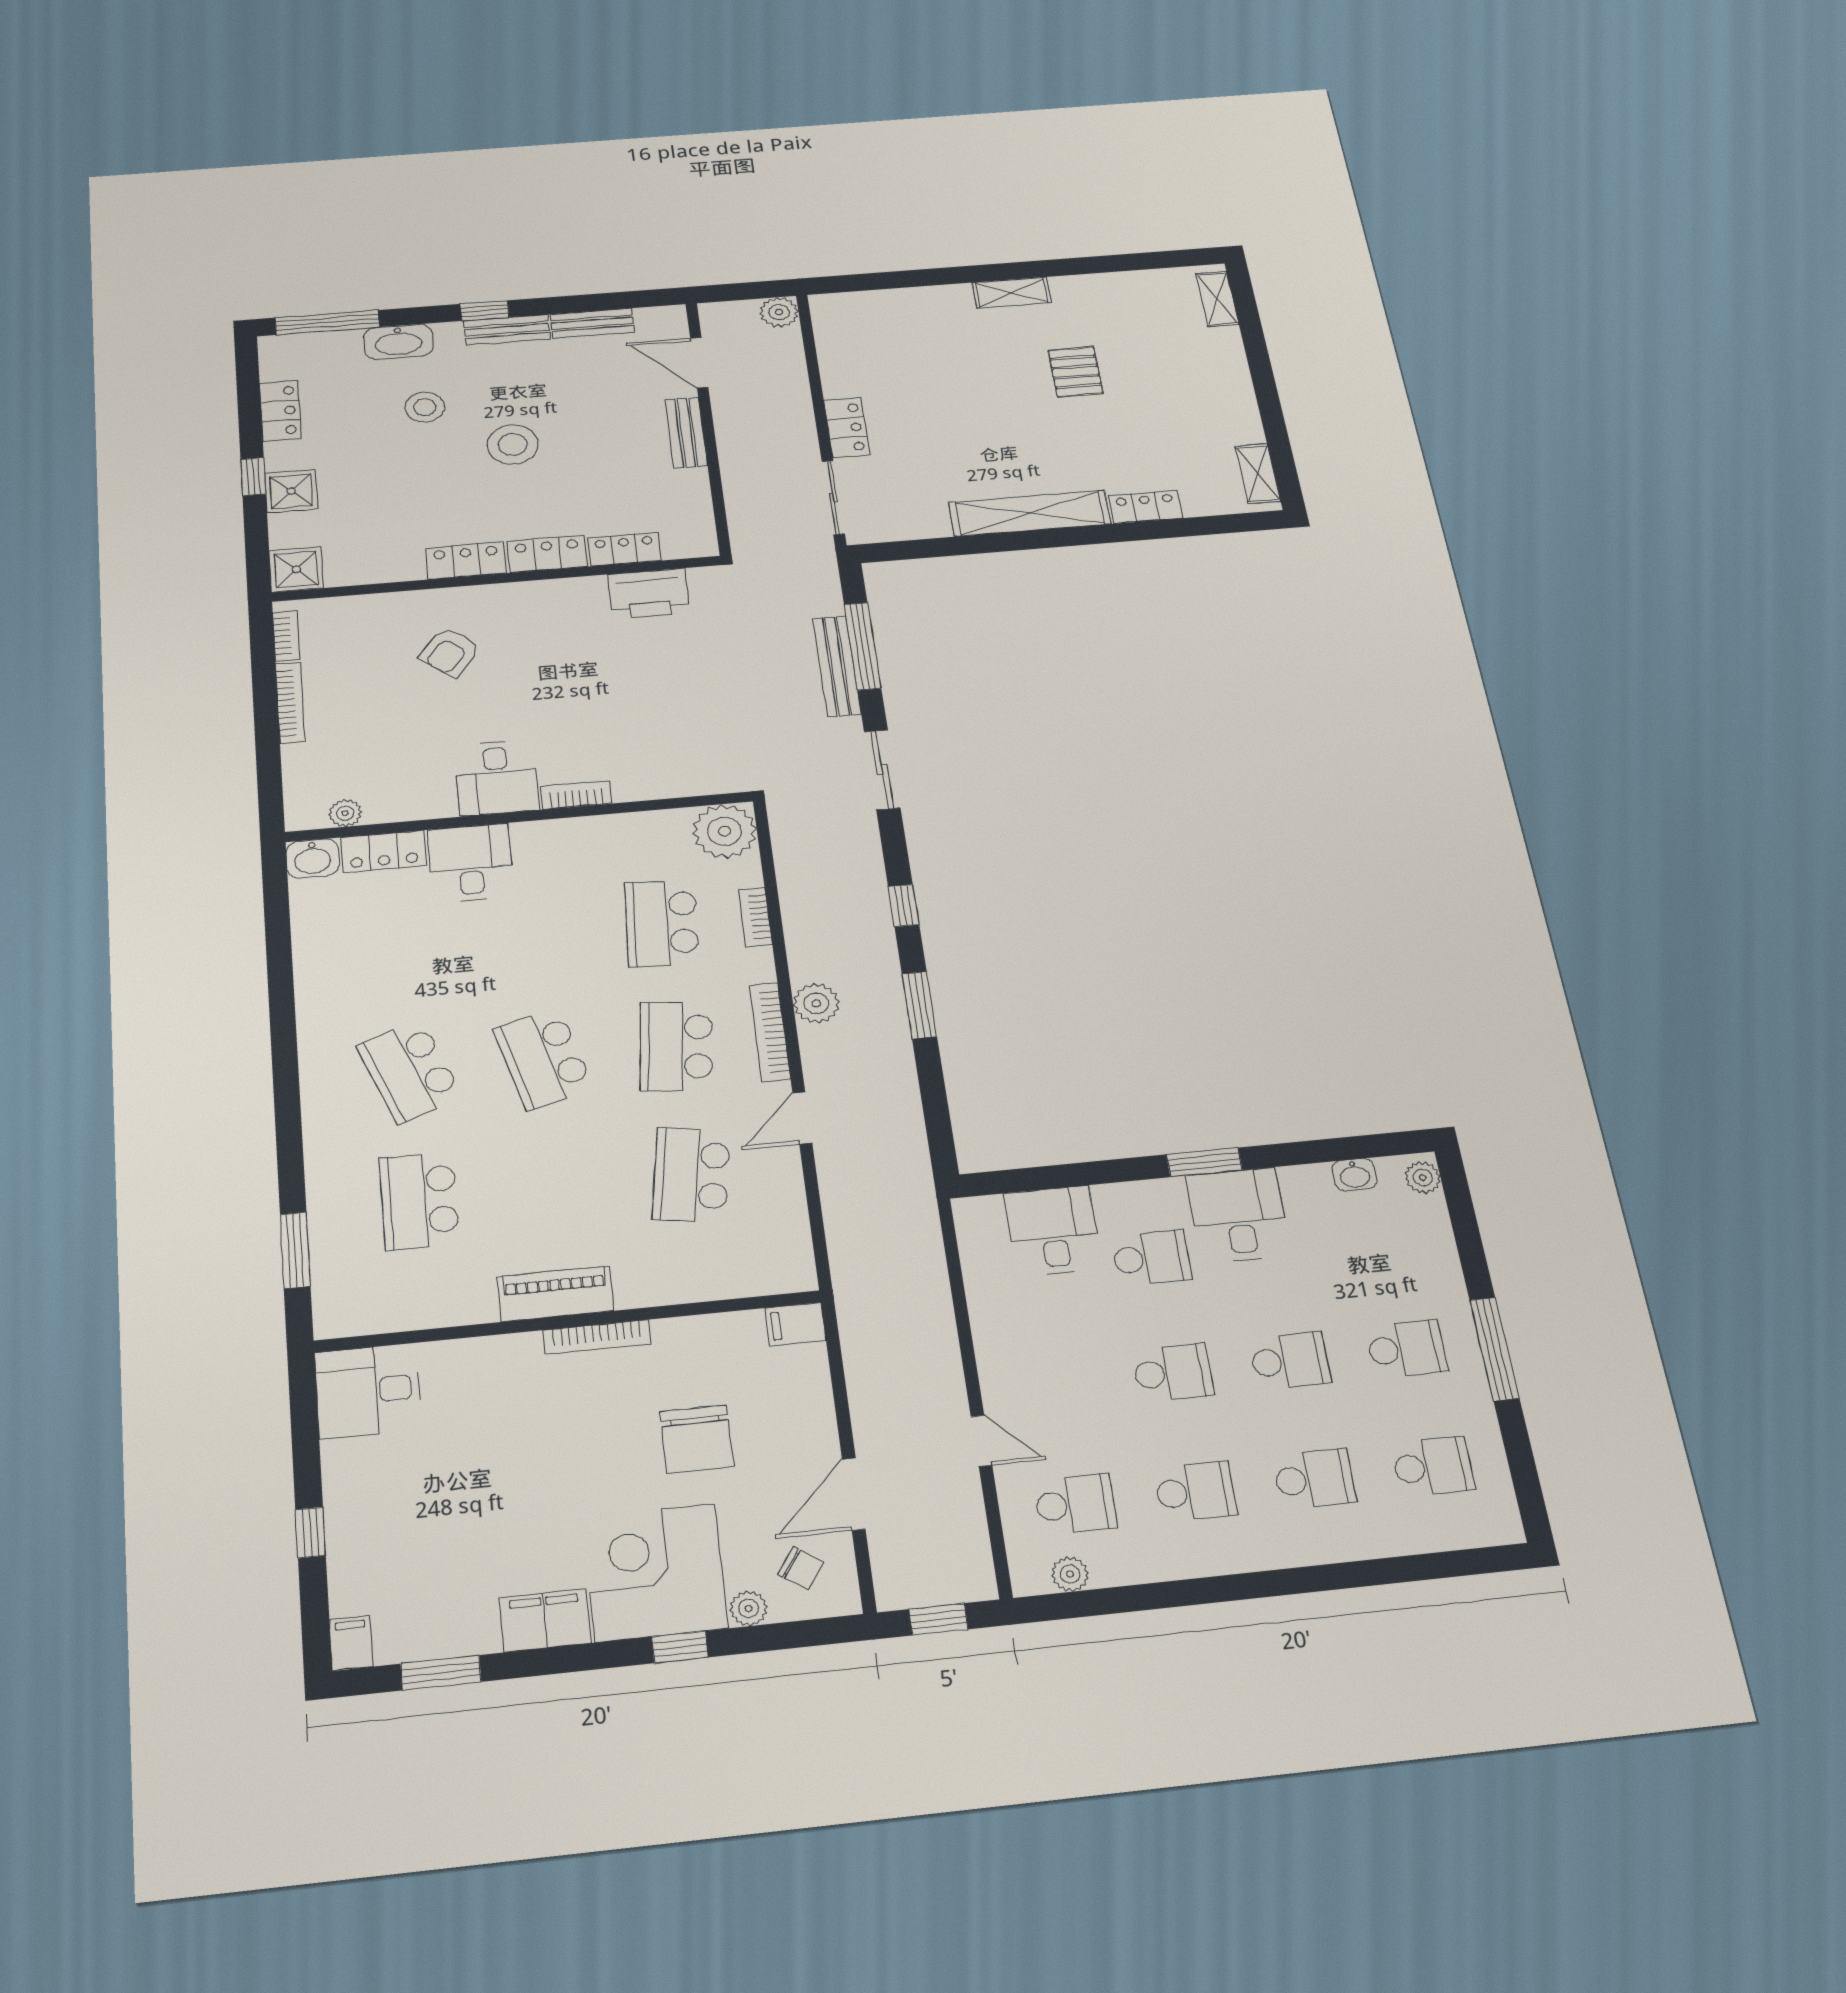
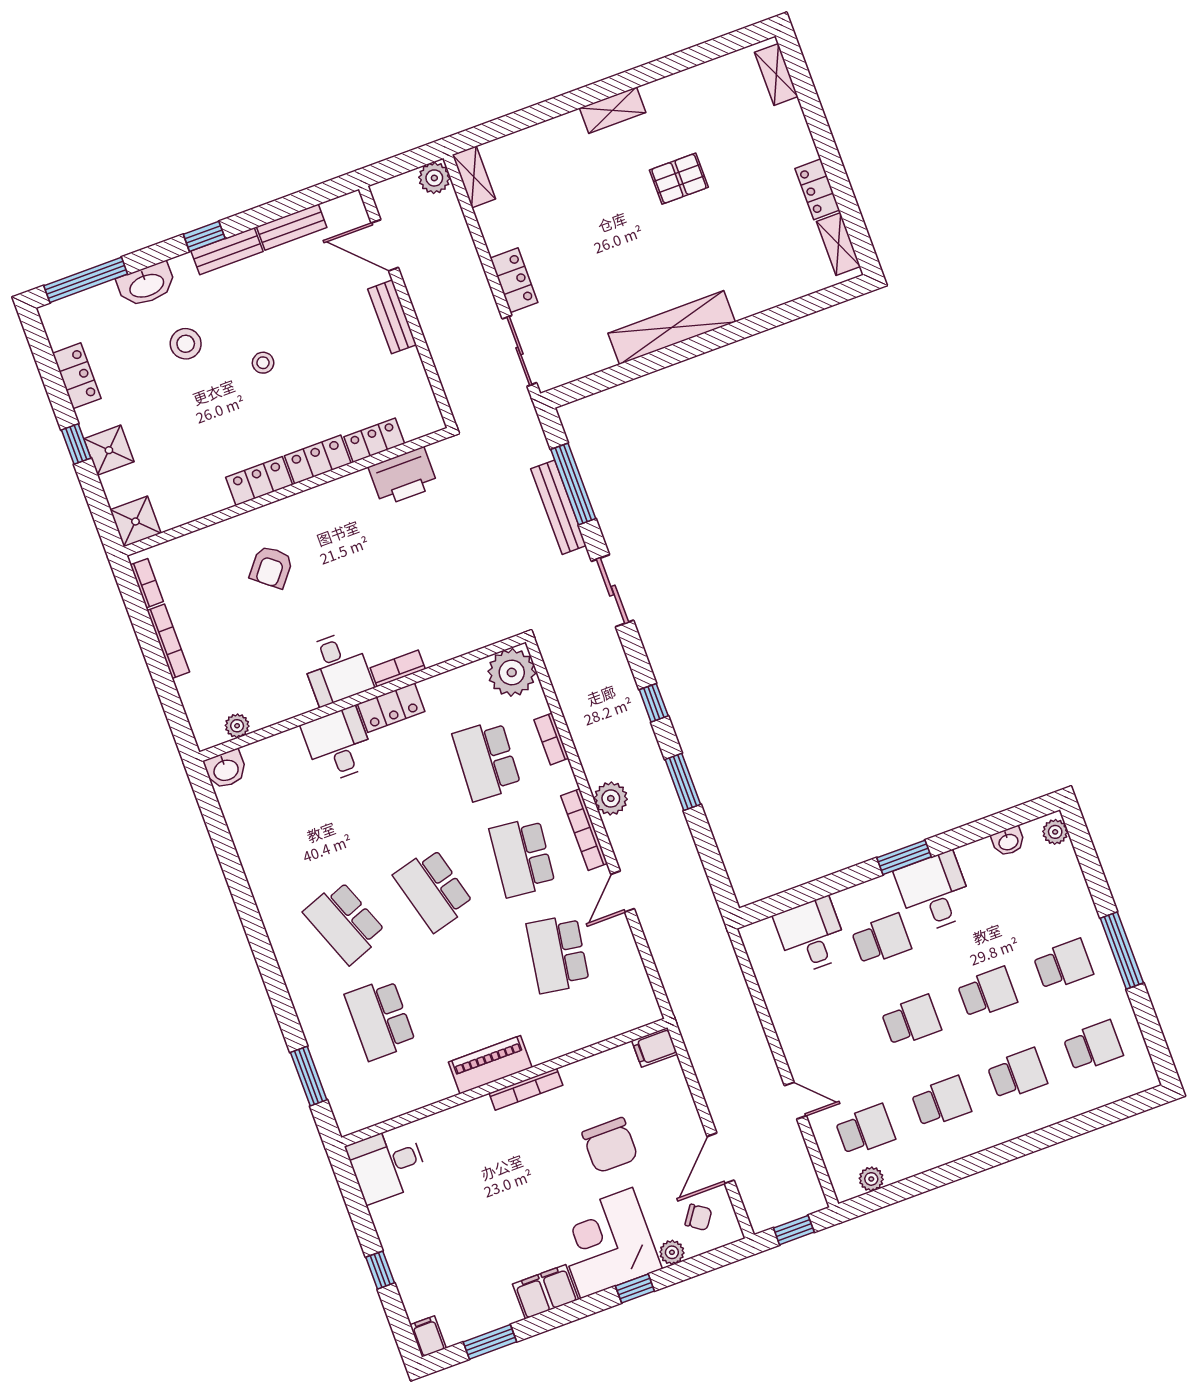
shelving: (827, 321) -> (474, 177), added
pallet: (1076, 372) -> (679, 179), turned 90
stool: (513, 445) -> (263, 363), width x0.53, depth x0.53
locker: (1146, 507) -> (817, 189), moved, turned -90
locker: (384, 851) -> (391, 708), moved

